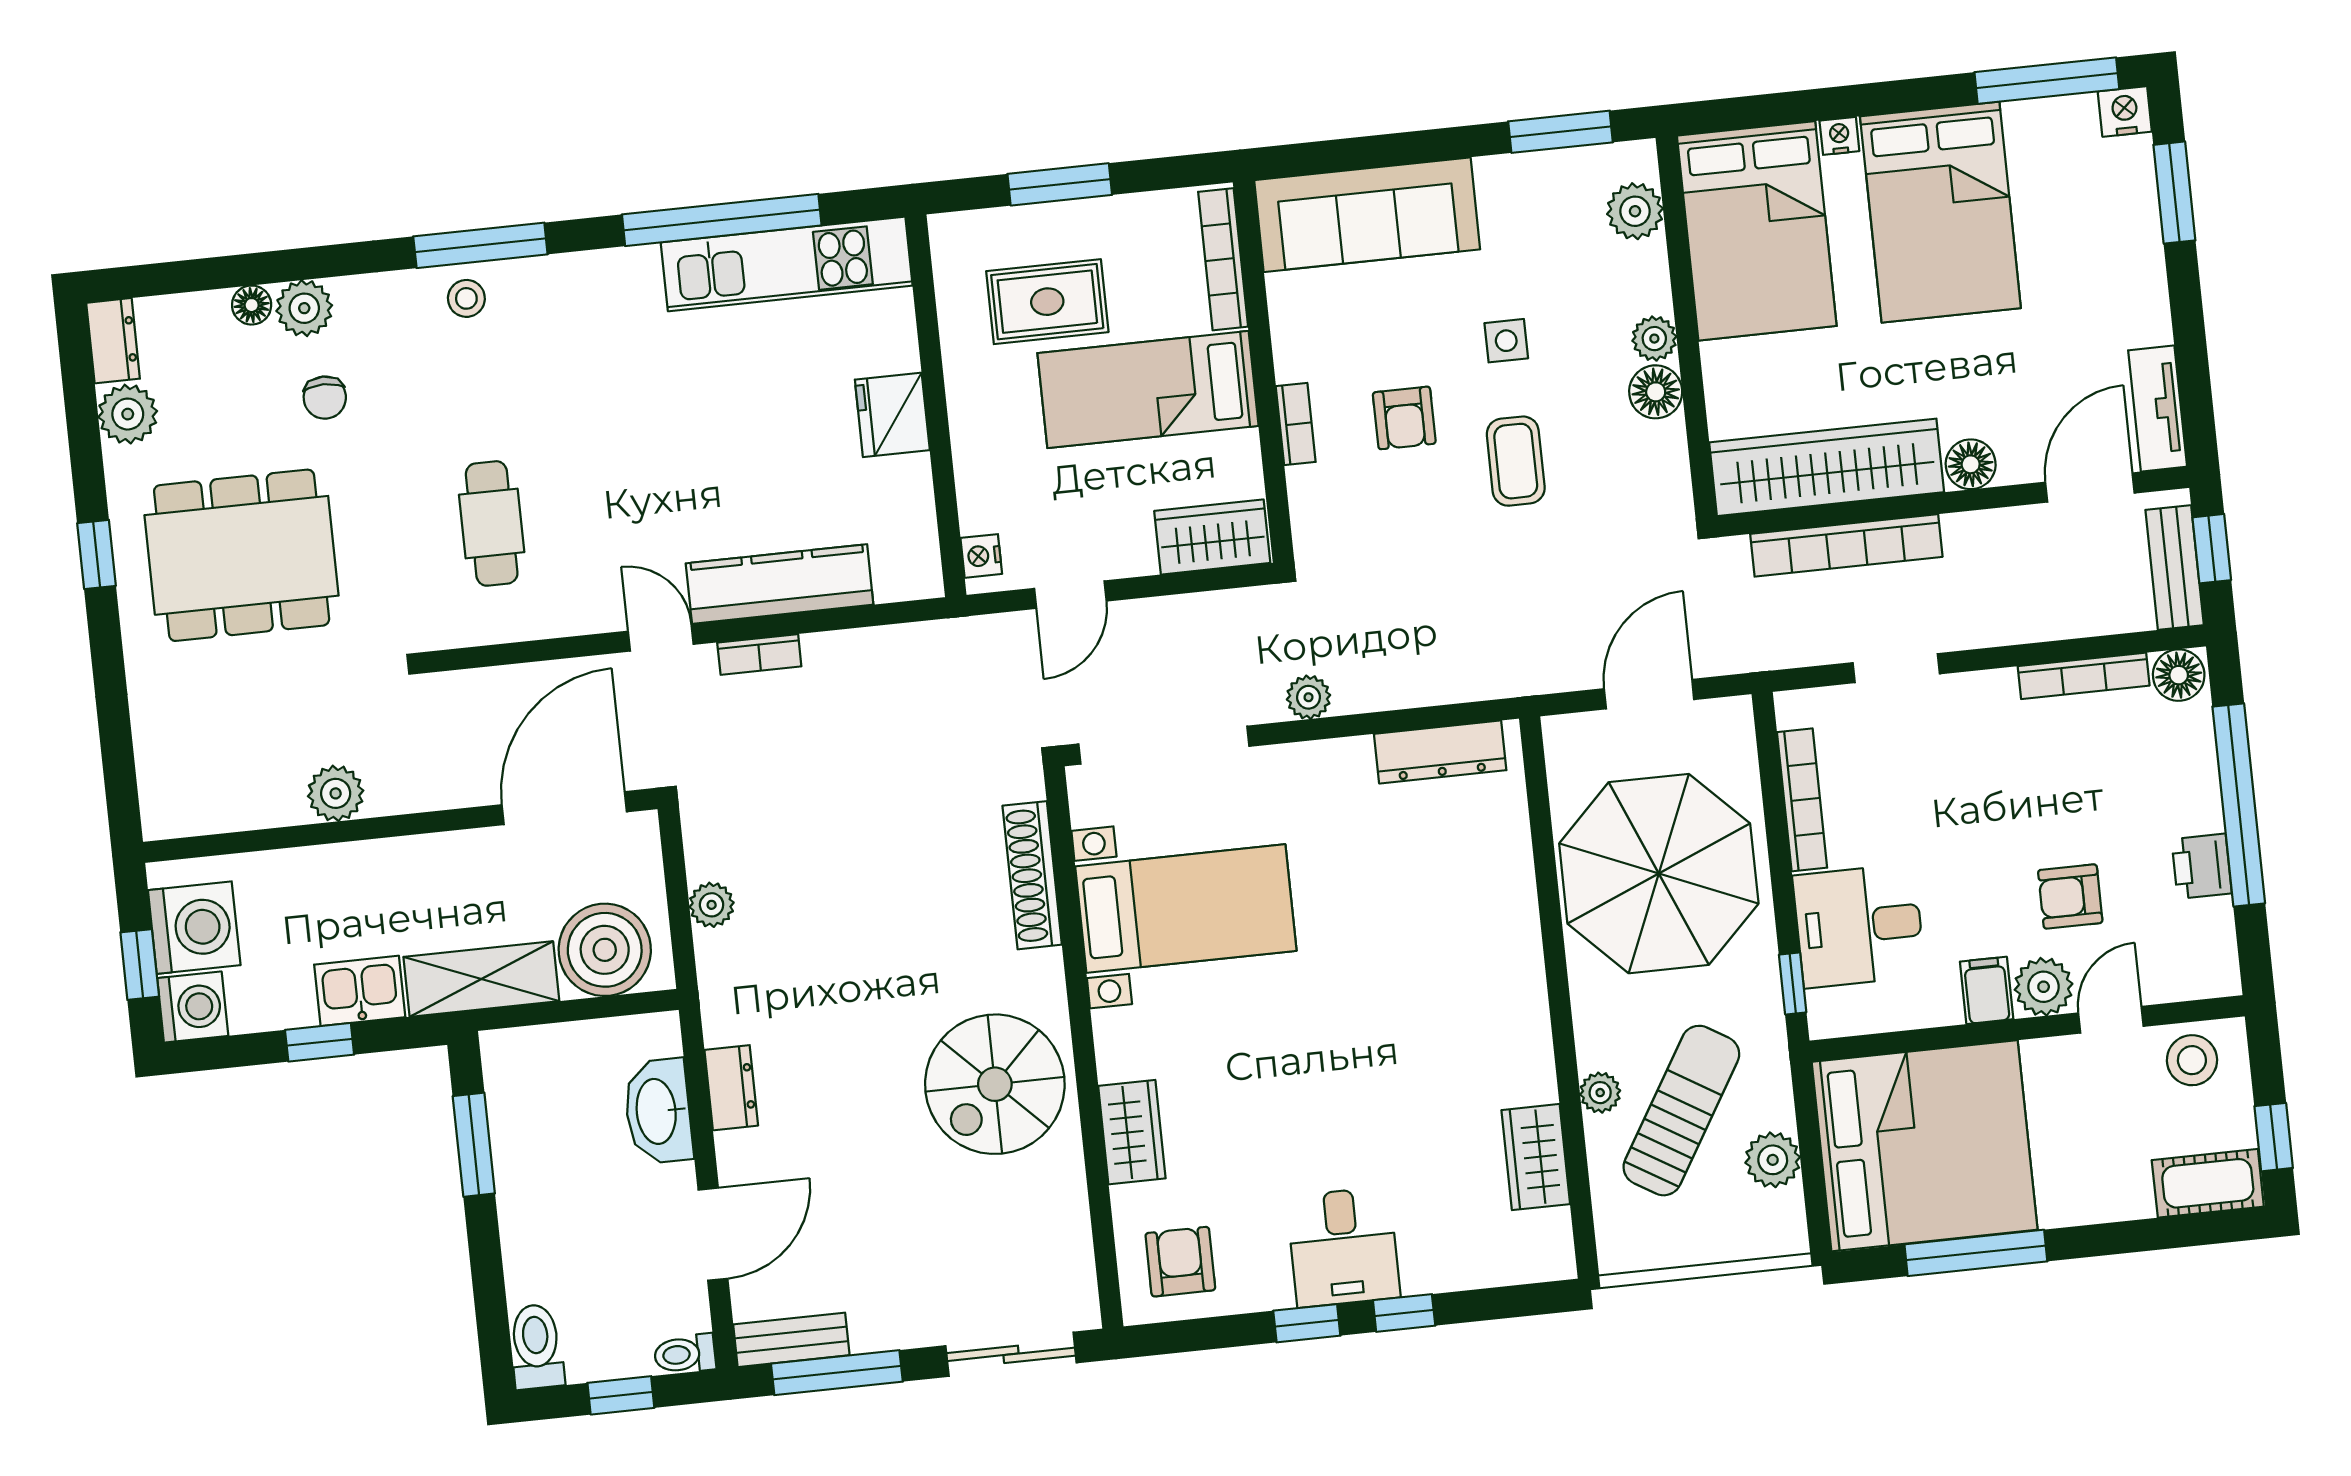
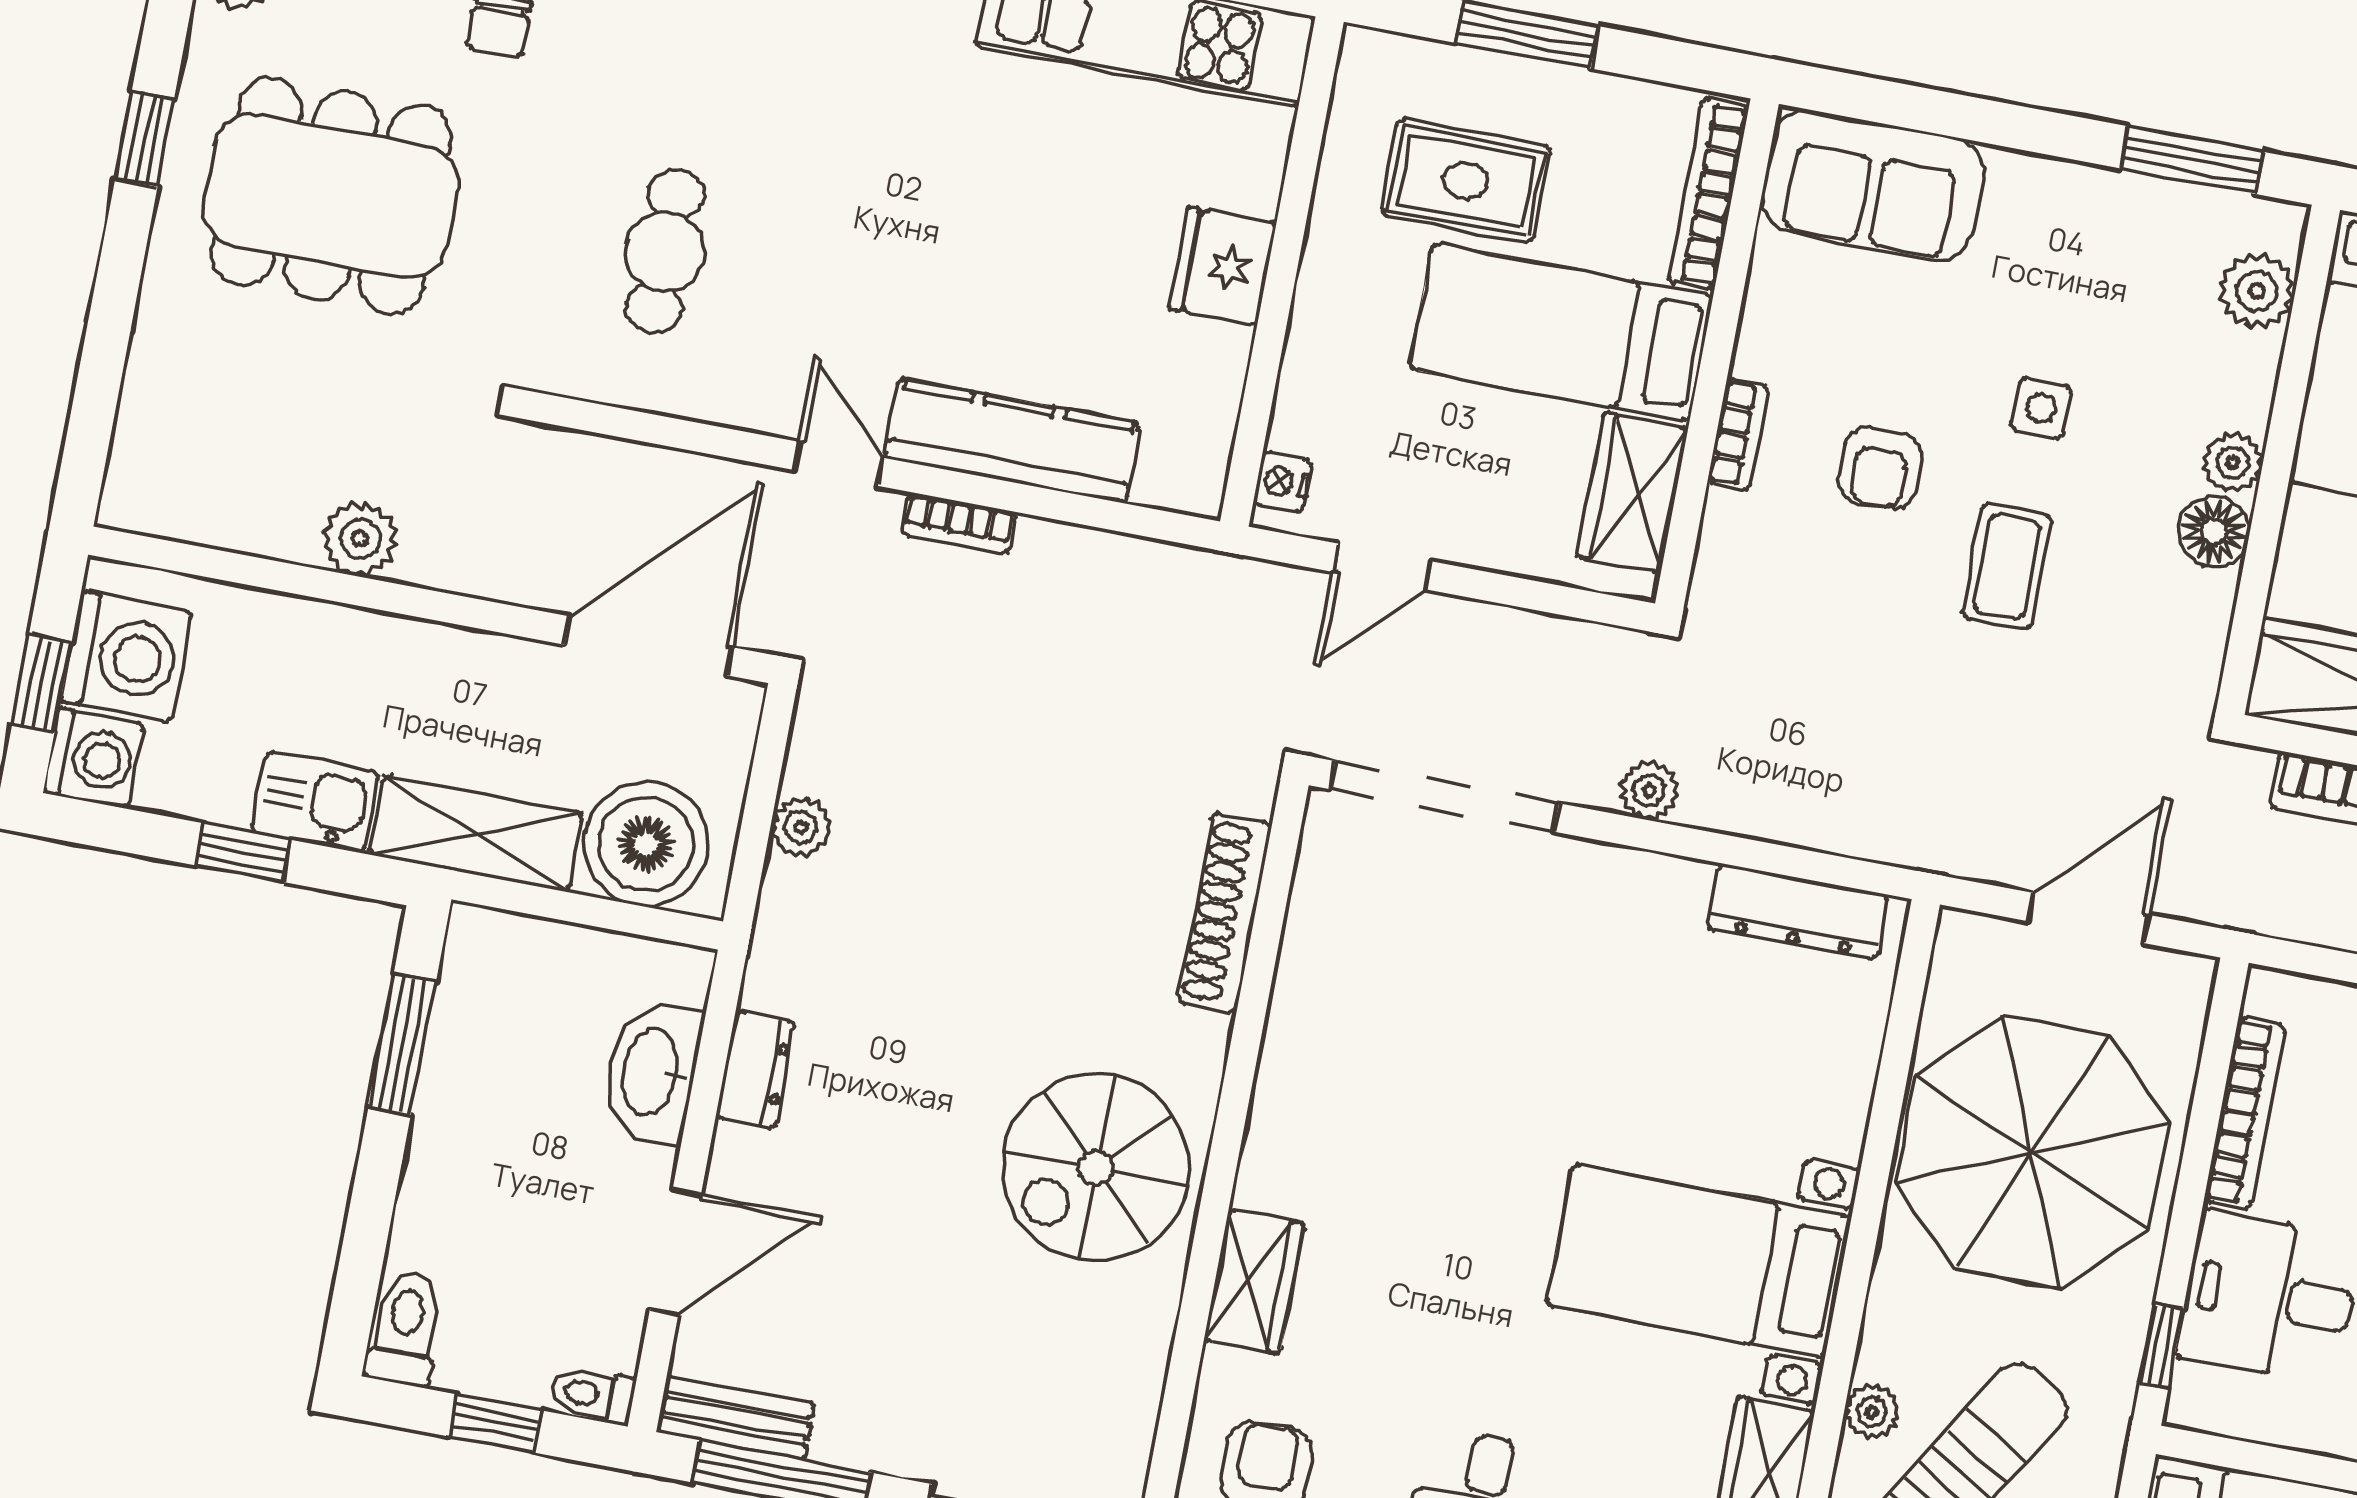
sofa: (1367, 215) -> (1873, 185), width x0.73
wardrobe: (1212, 537) -> (1633, 492), moved, turned -90
bed with nightstands: (1186, 909) -> (1699, 1261), moved, turned 180

